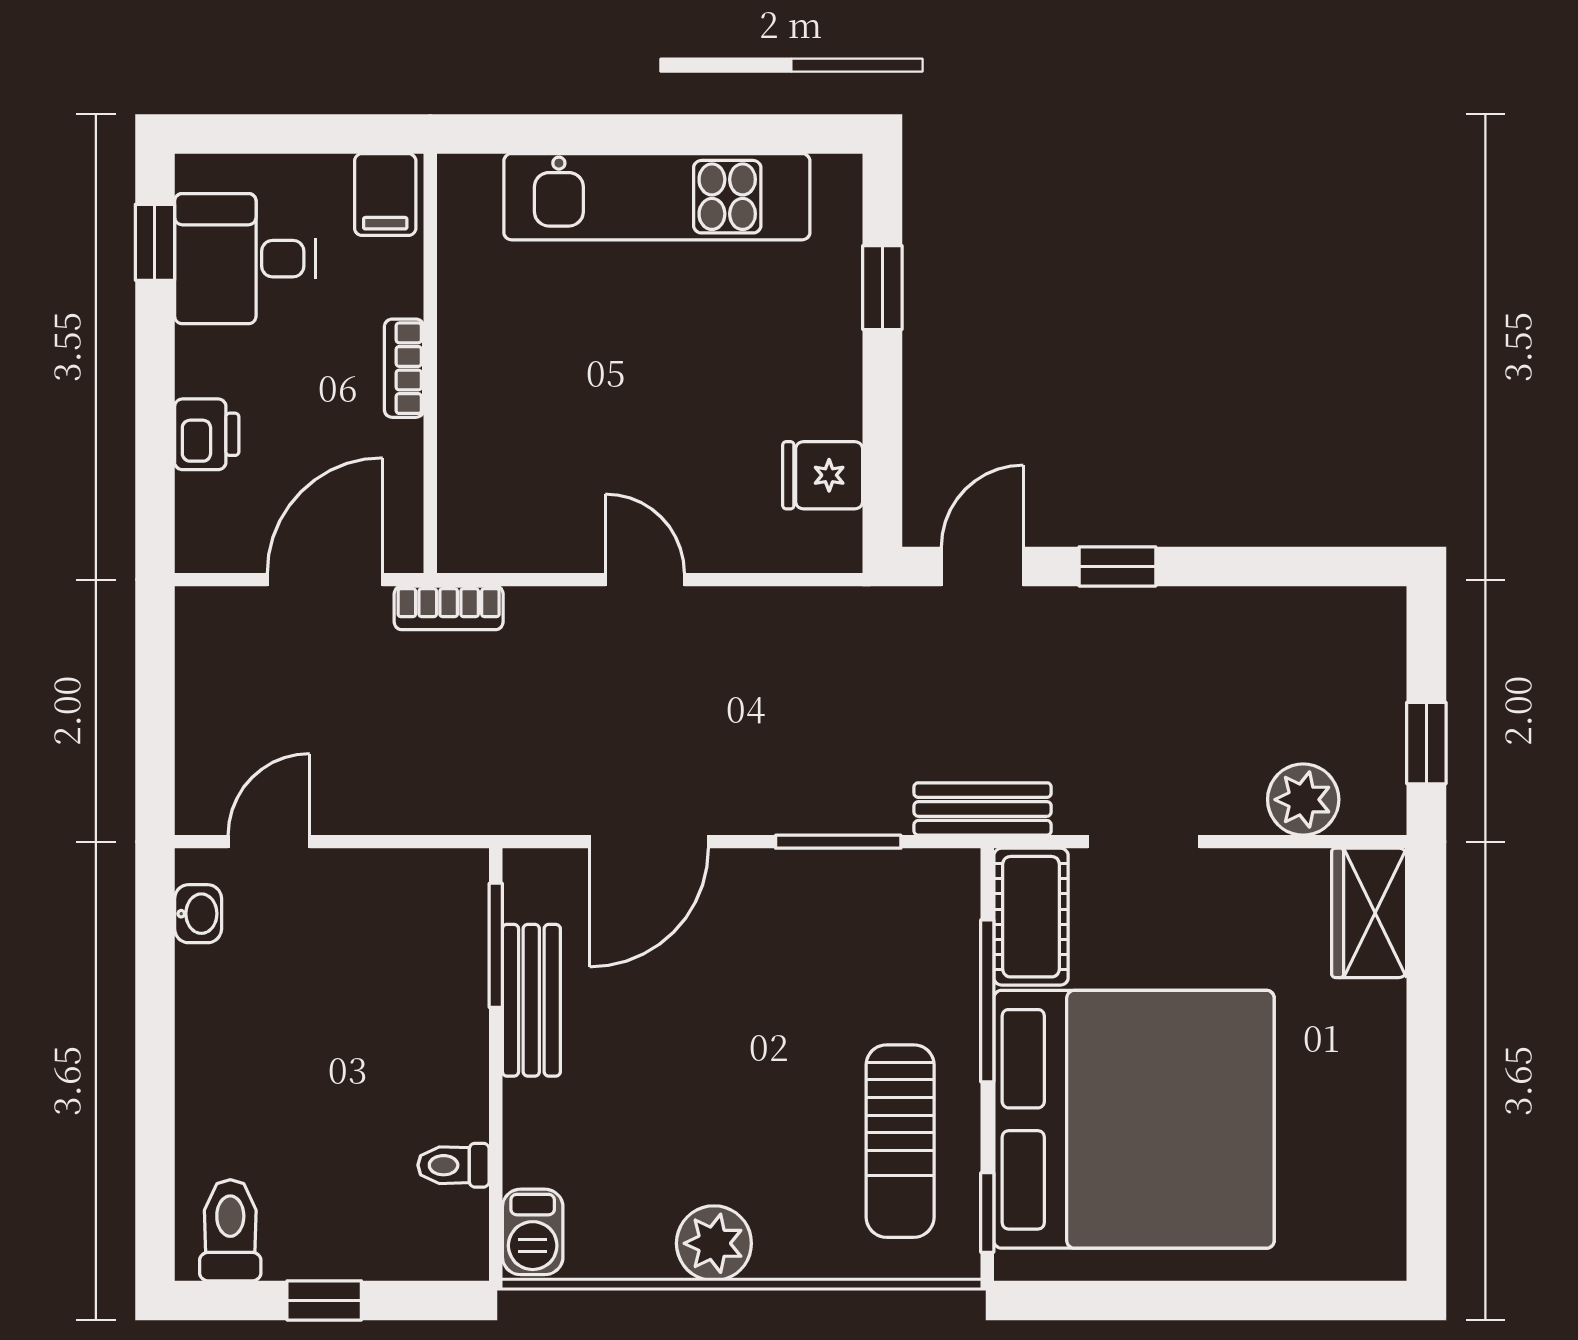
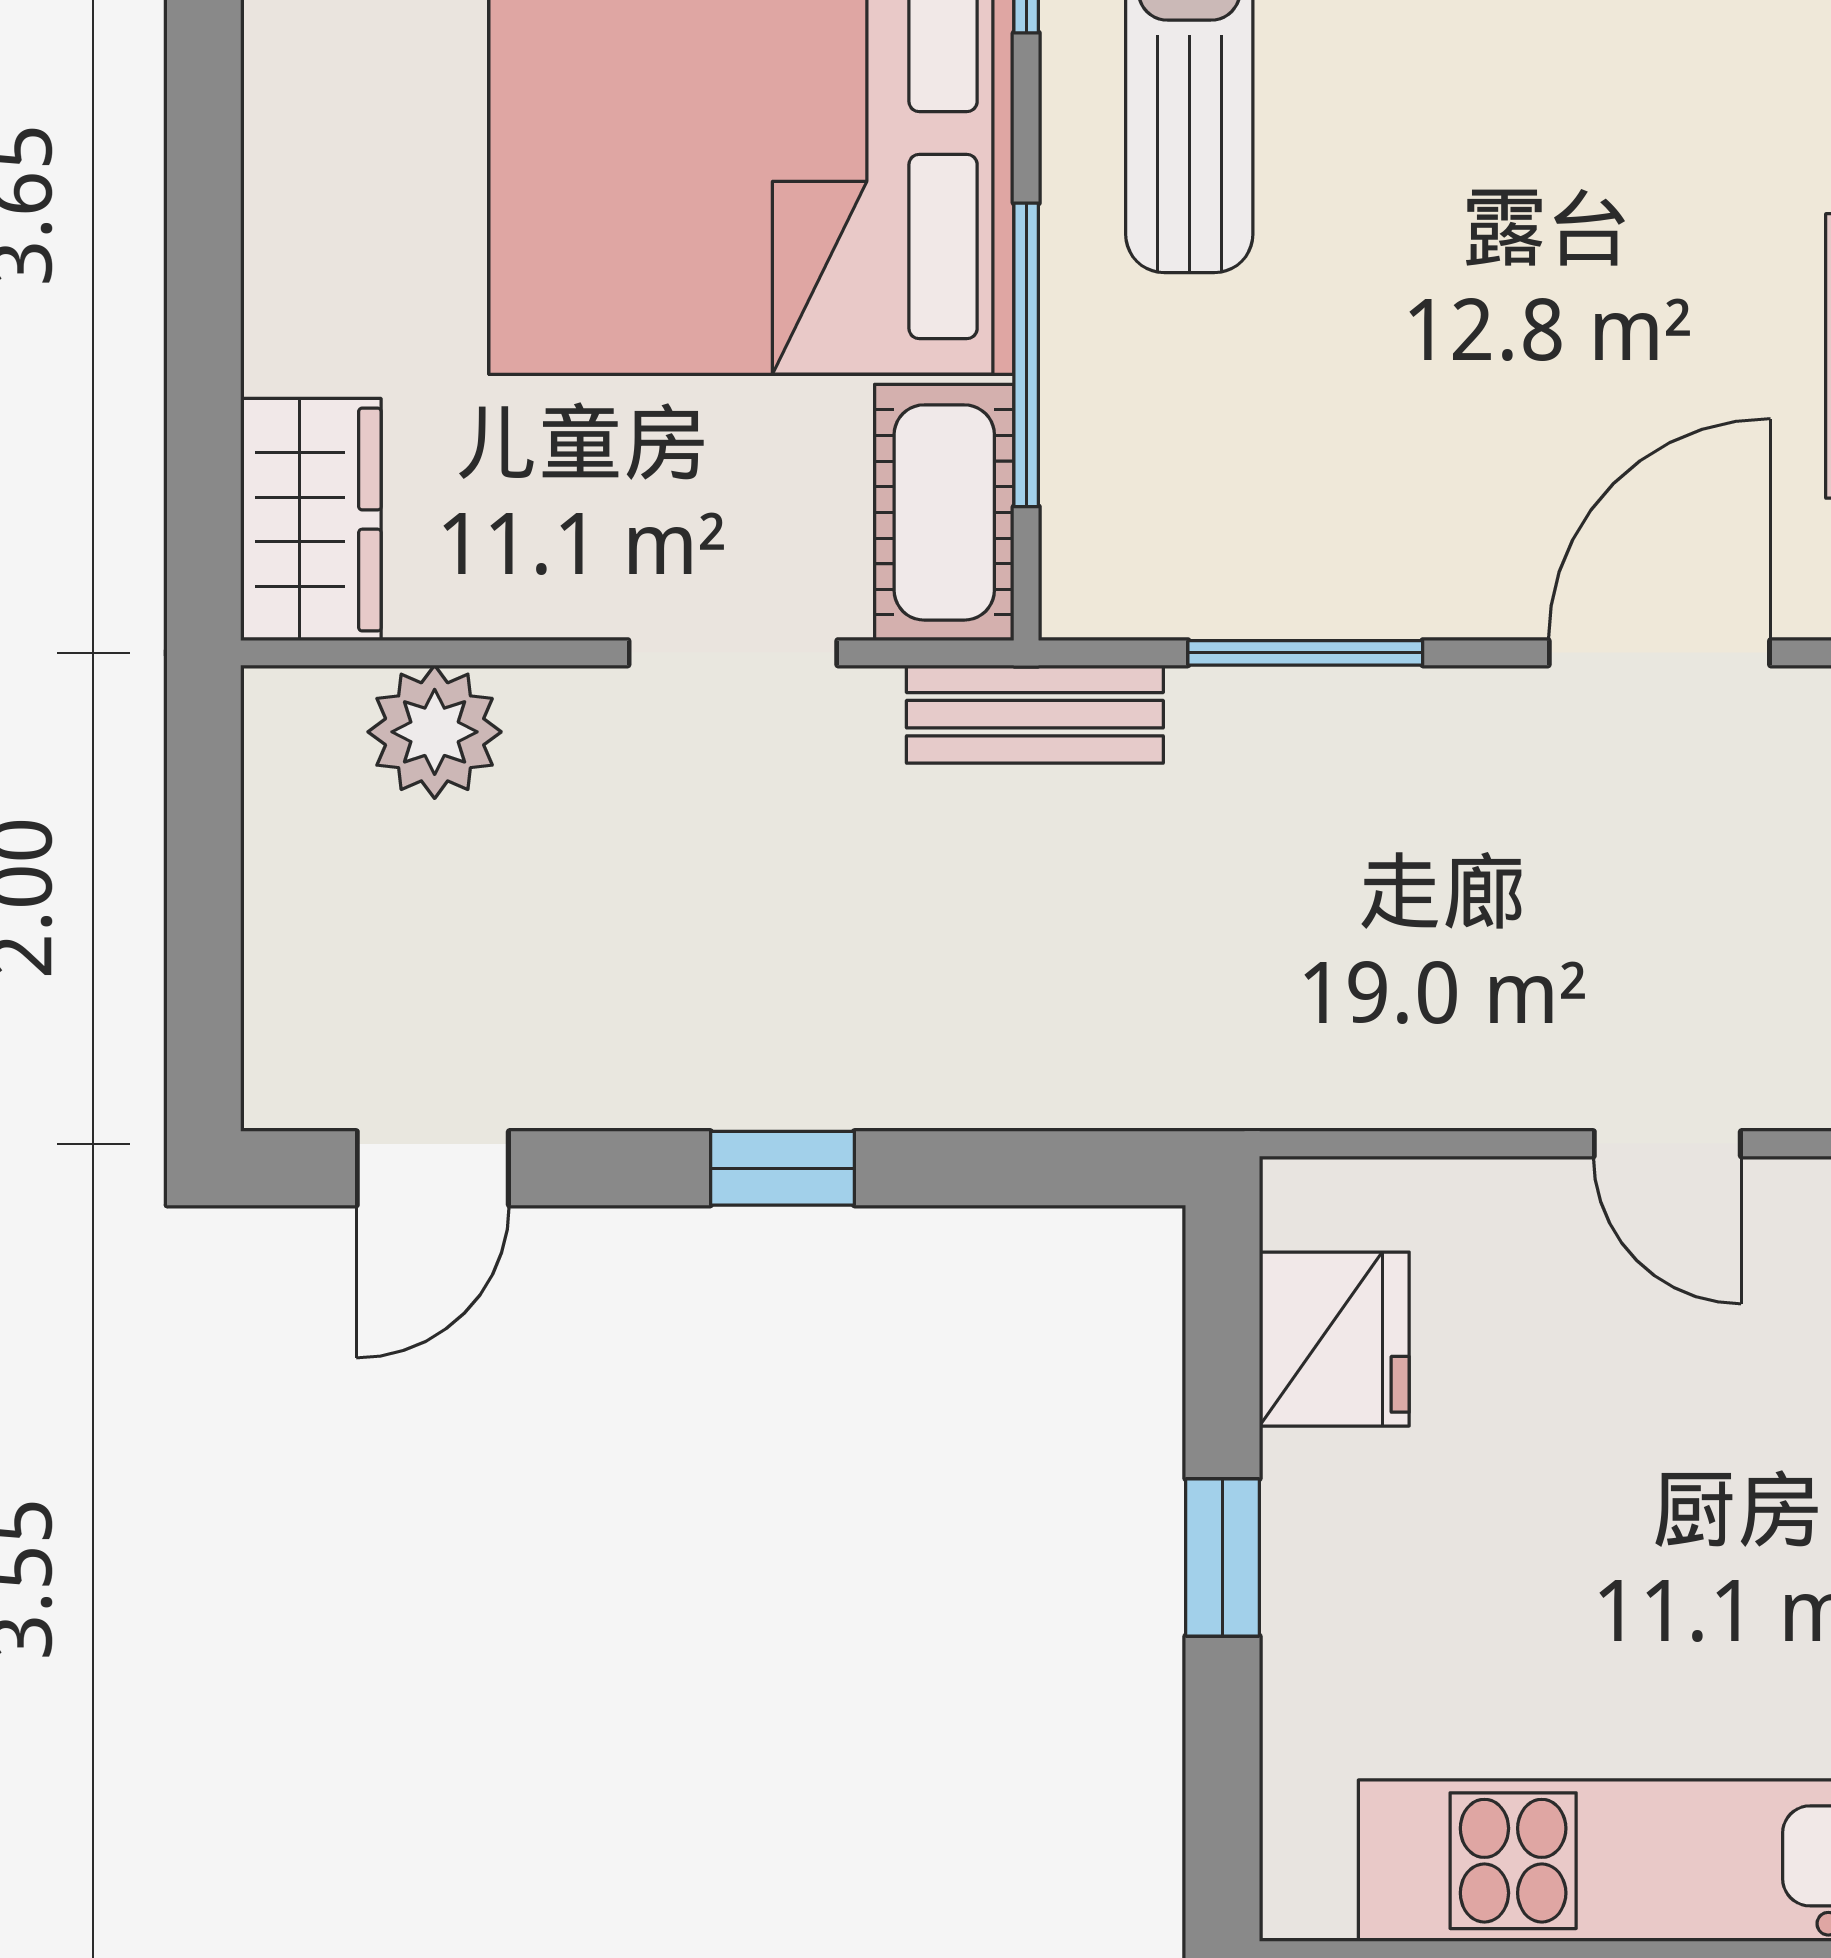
window: (882, 288) -> (1223, 1557), moved
fridge: (823, 475) -> (1334, 1339), width x1.38
door: (982, 566) -> (433, 1168), moved
window: (1426, 743) -> (204, 838), removed

